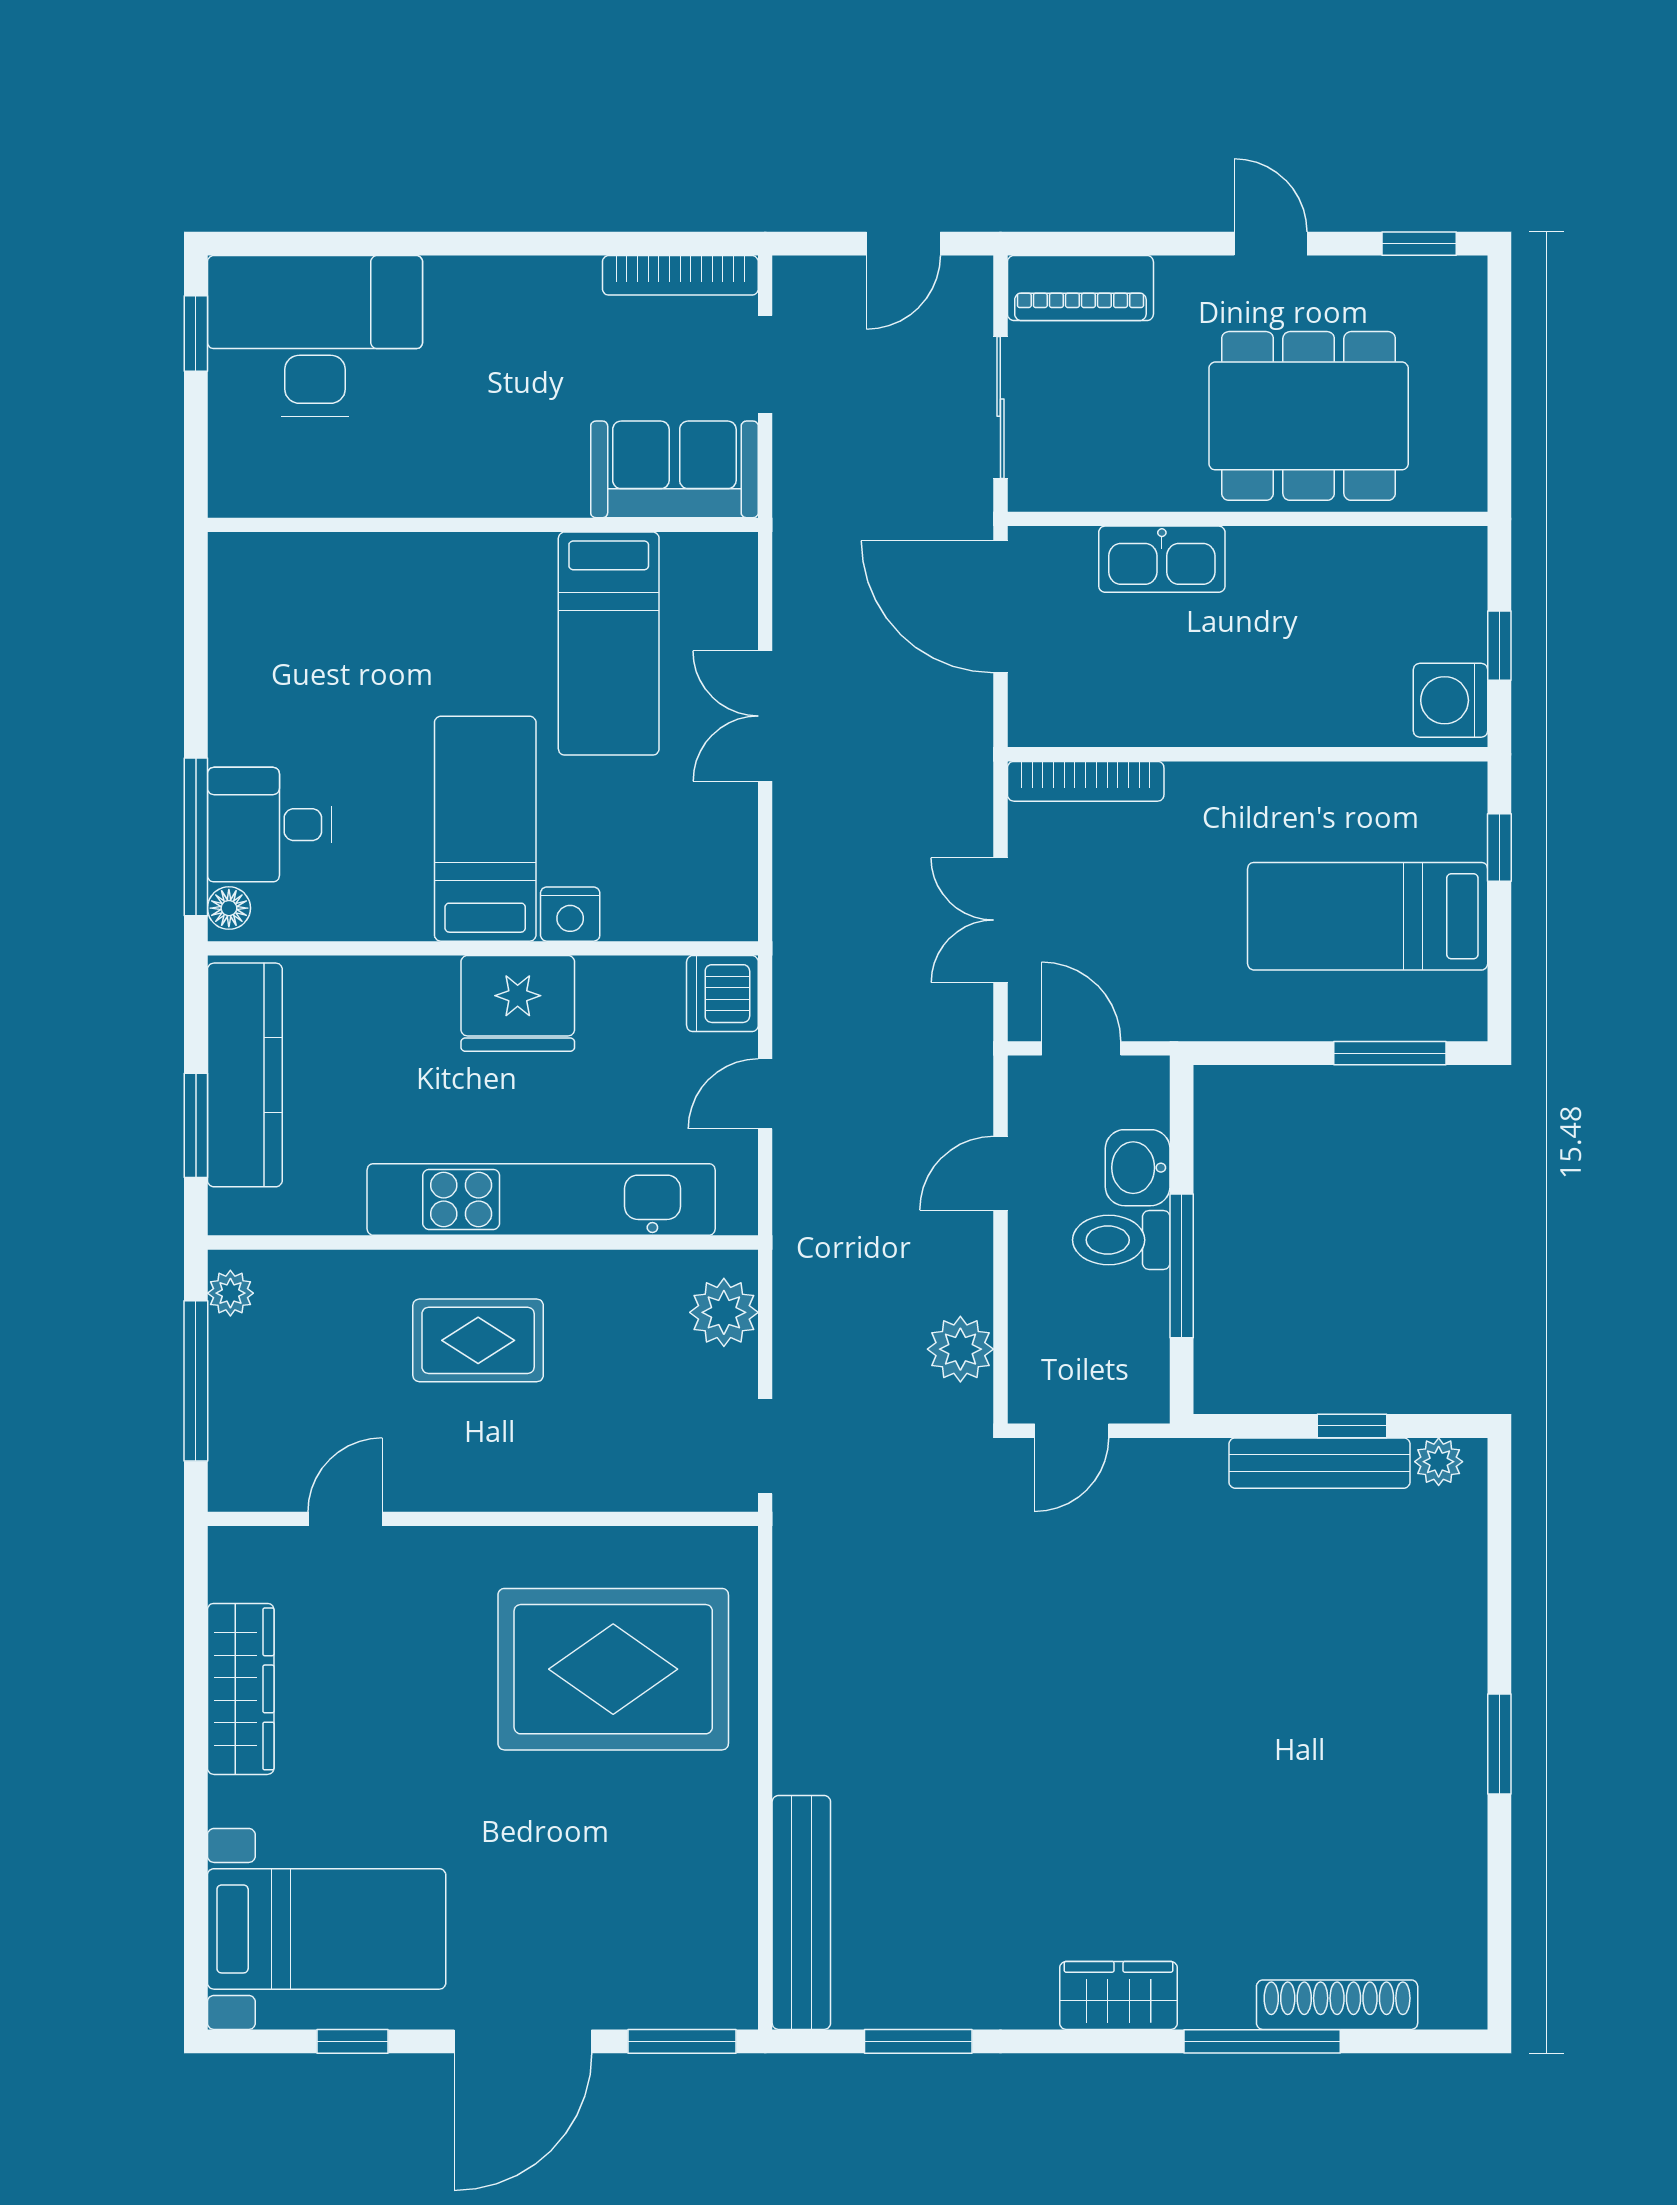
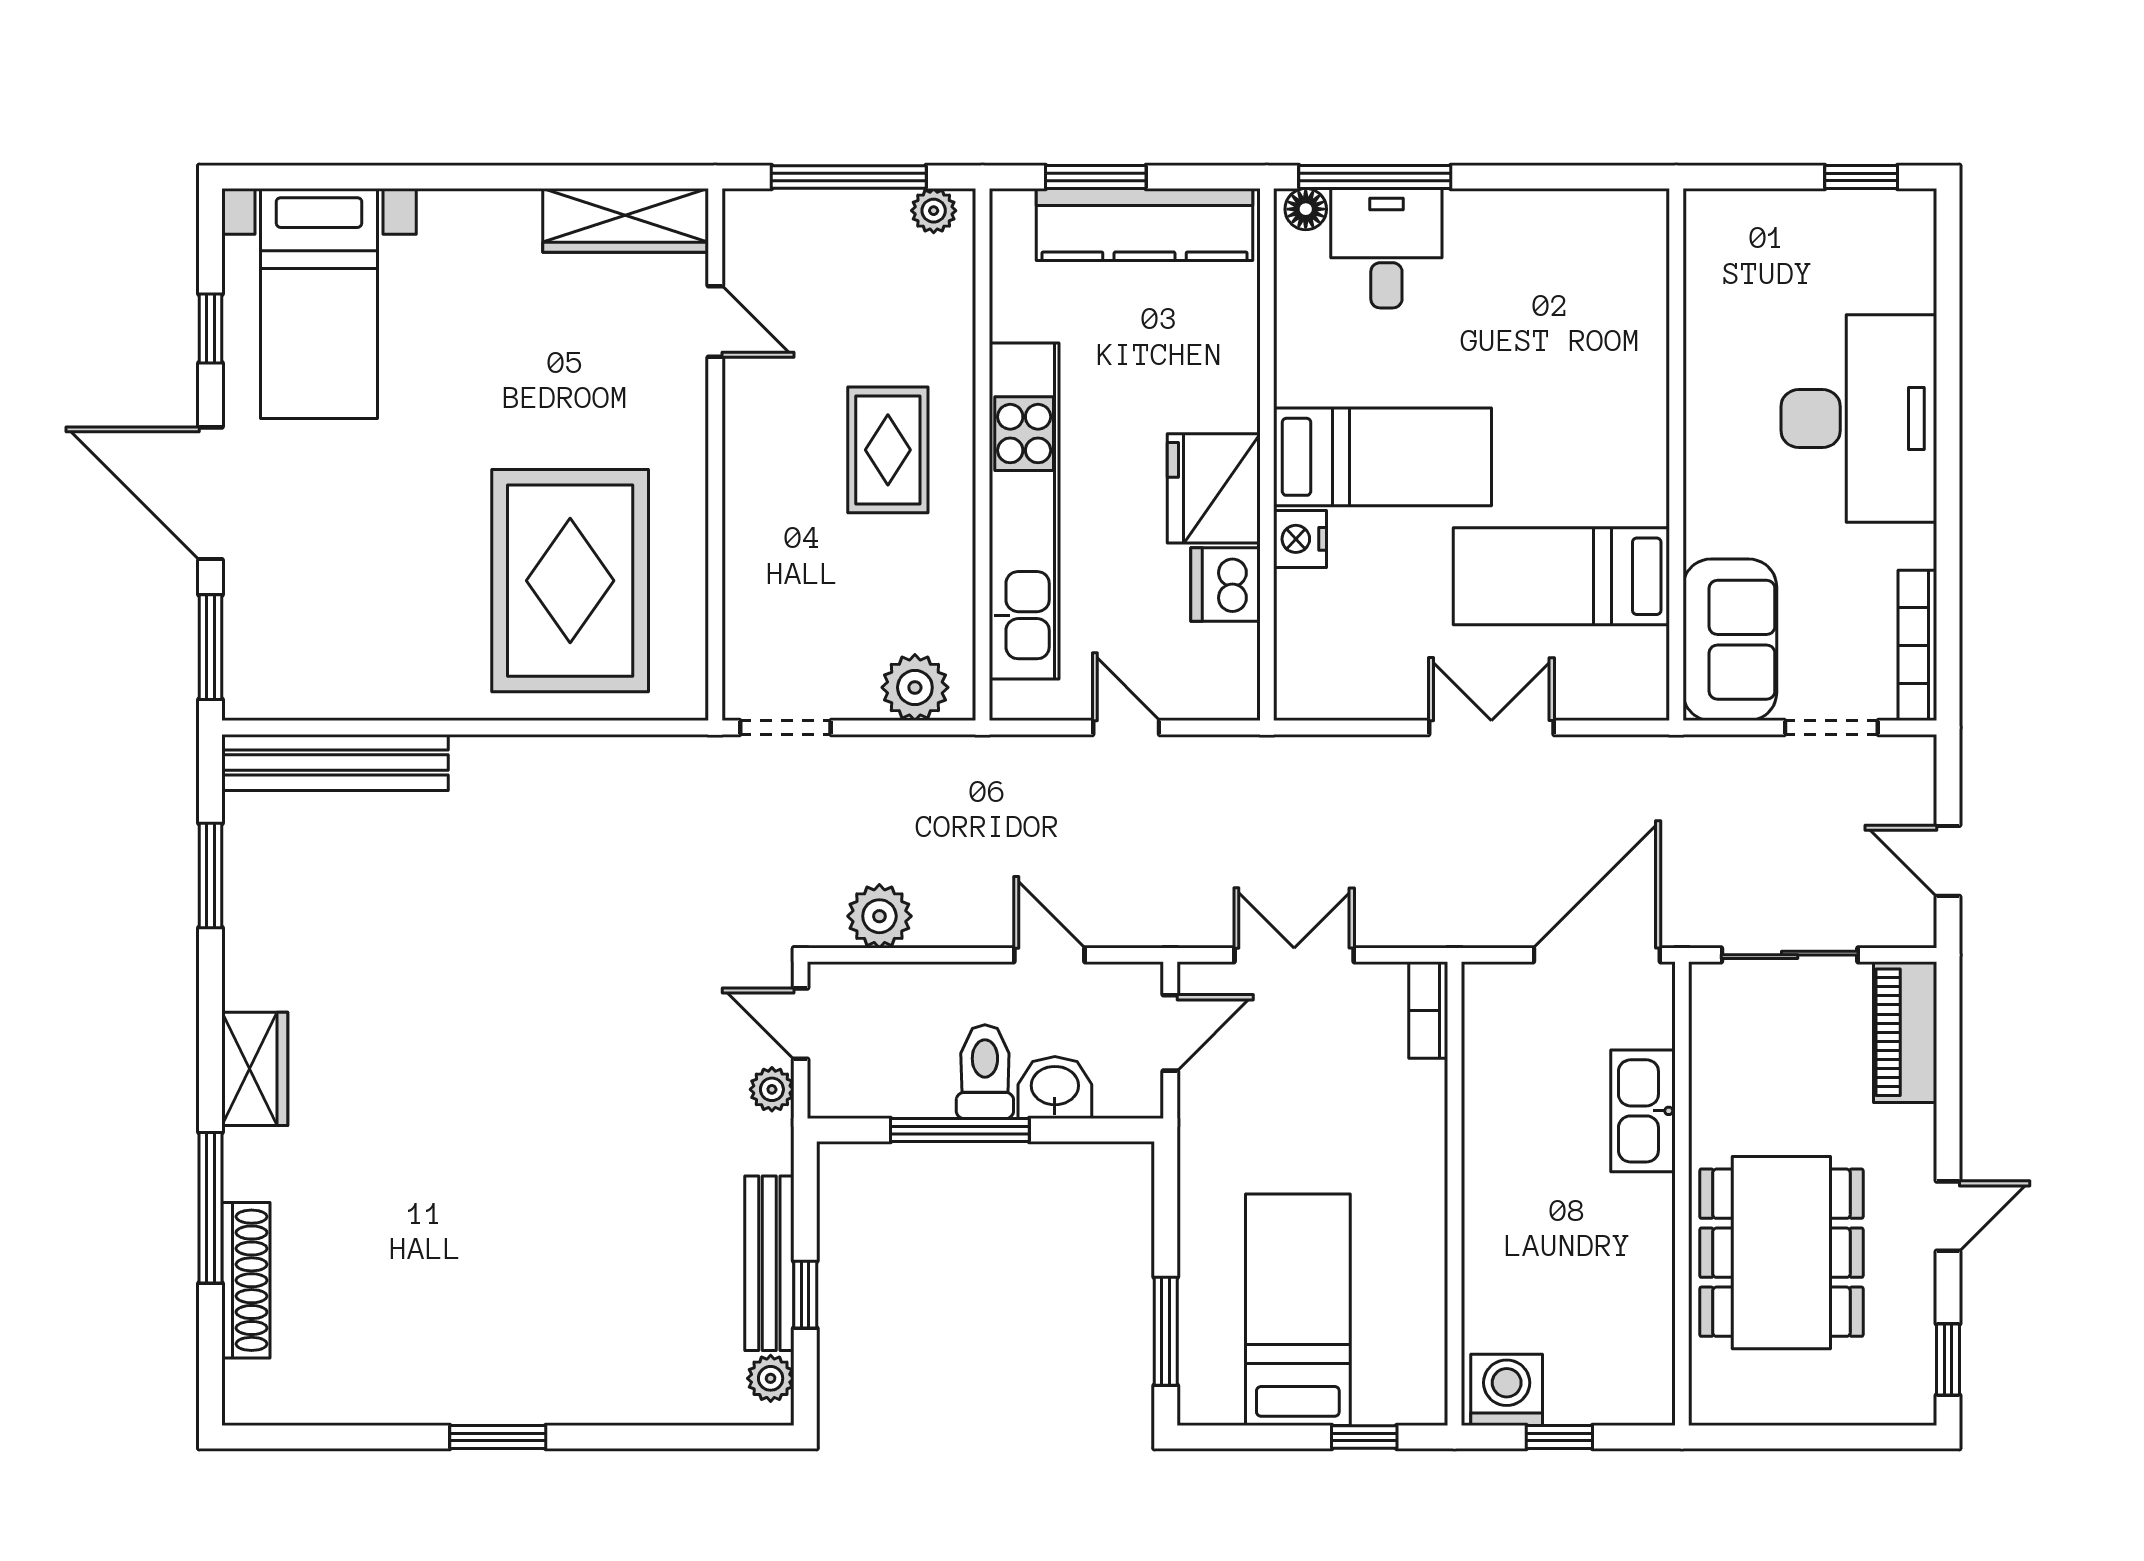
desk: (315, 336) -> (1859, 419), moved
bookcase: (1086, 781) -> (1428, 1010), width x0.64
dishwasher: (722, 994) -> (1226, 584), moved, turned -90
plant: (1140, 1460) -> (772, 1089), added
wardrobe: (241, 1689) -> (626, 220), moved

